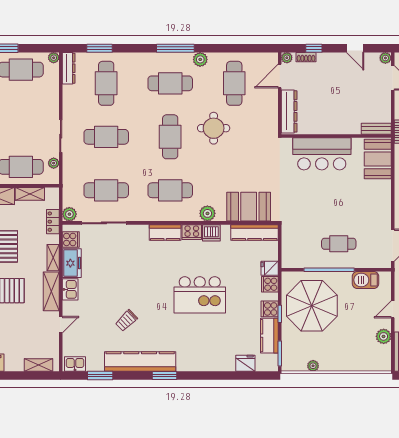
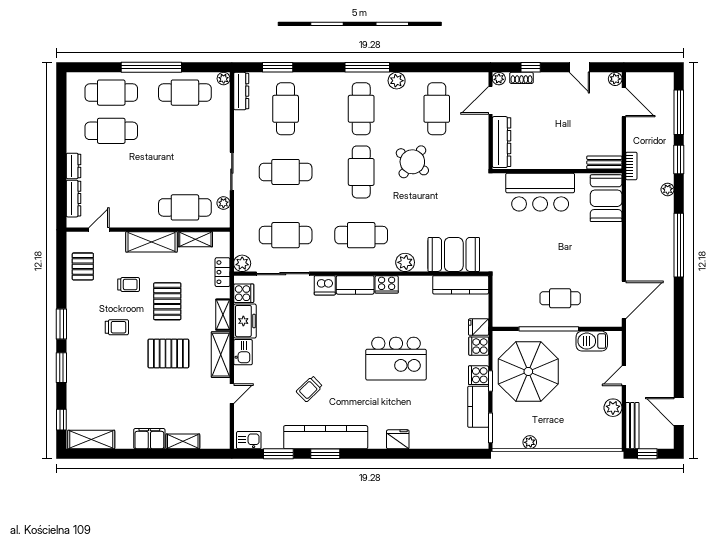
cafe table: (170, 83) -> (361, 109), turned 90
round table: (214, 128) -> (412, 162), turned 37
dishwasher: (211, 233) -> (325, 285), moved
fridge: (245, 363) -> (398, 439), moved
shelving: (38, 365) -> (183, 441), moved
window: (164, 376) -> (325, 454), moved

